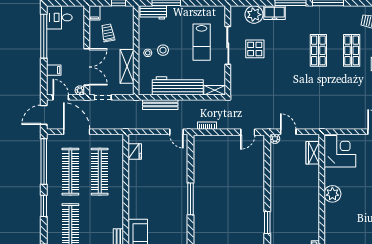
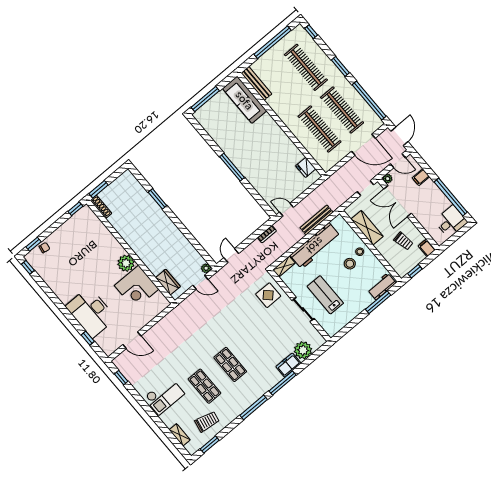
sliding door: (228, 45) -> (303, 309), width x0.73
display table: (255, 49) -> (268, 295), moved
corner desk: (340, 151) -> (137, 287), moved

